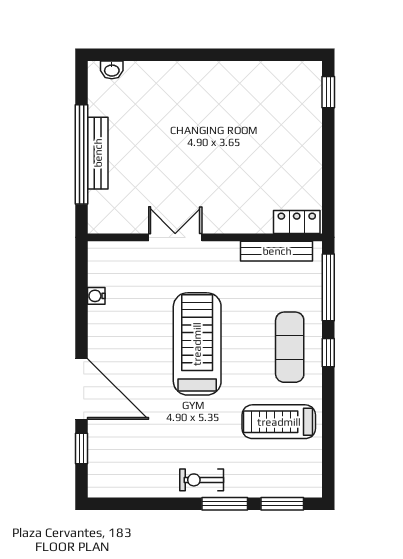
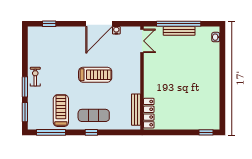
locker: (297, 222) -> (149, 113), width x1.53
double door: (175, 237) -> (142, 41), moved
window: (328, 287) -> (51, 132), moved
treadmill: (197, 344) -> (95, 75), width x0.73, depth x0.73
door: (82, 389) -> (99, 24), moved

